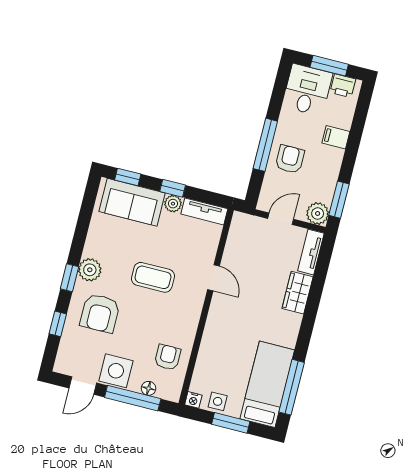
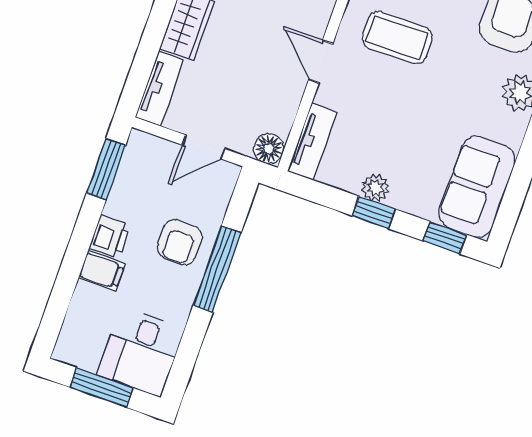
printer: (343, 86) -> (110, 236), moved, turned 90
sofa: (132, 202) -> (477, 187), moved, turned -90
tv unit: (204, 211) -> (312, 142), moved, turned 90
plant: (318, 213) -> (143, 150), removed
floor lamp: (241, 221) -> (269, 149), added
coffee table: (153, 277) -> (397, 38), moved

